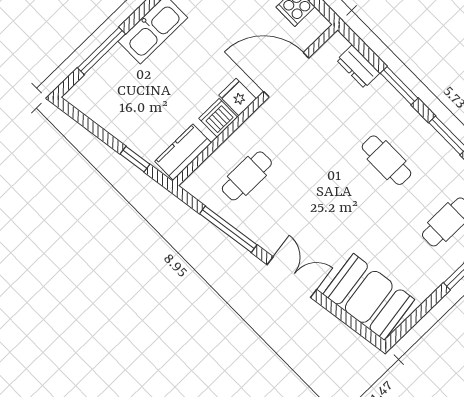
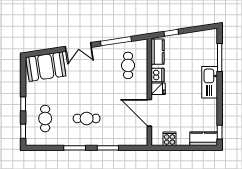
dresser: (358, 67) -> (128, 140), removed
door: (286, 75) -> (149, 113), swing flipped

